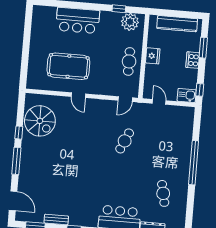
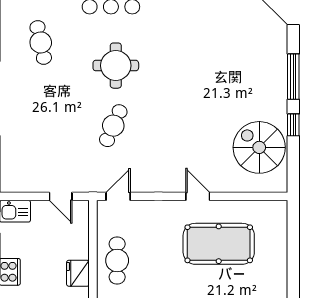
round table: (120, 176) -> (116, 66), added

